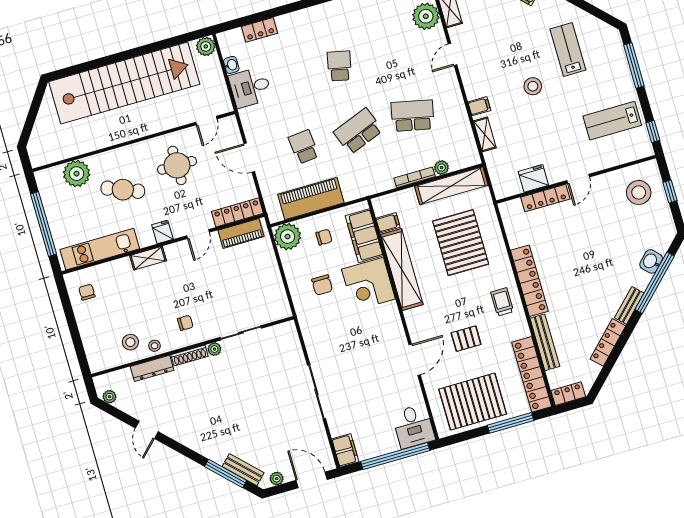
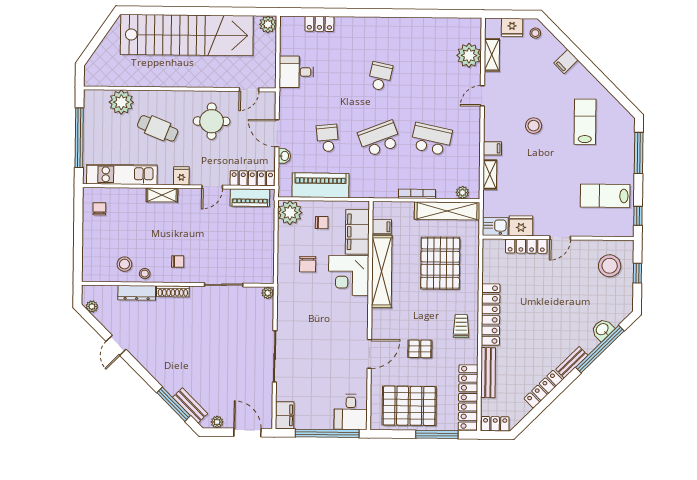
washbasin: (231, 65) -> (284, 156), moved
stool: (533, 86) -> (534, 126), moved
plant: (442, 168) -> (462, 193), moved
kitchen sink: (507, 187) -> (495, 226), added
plant: (214, 349) -> (268, 293), moved

